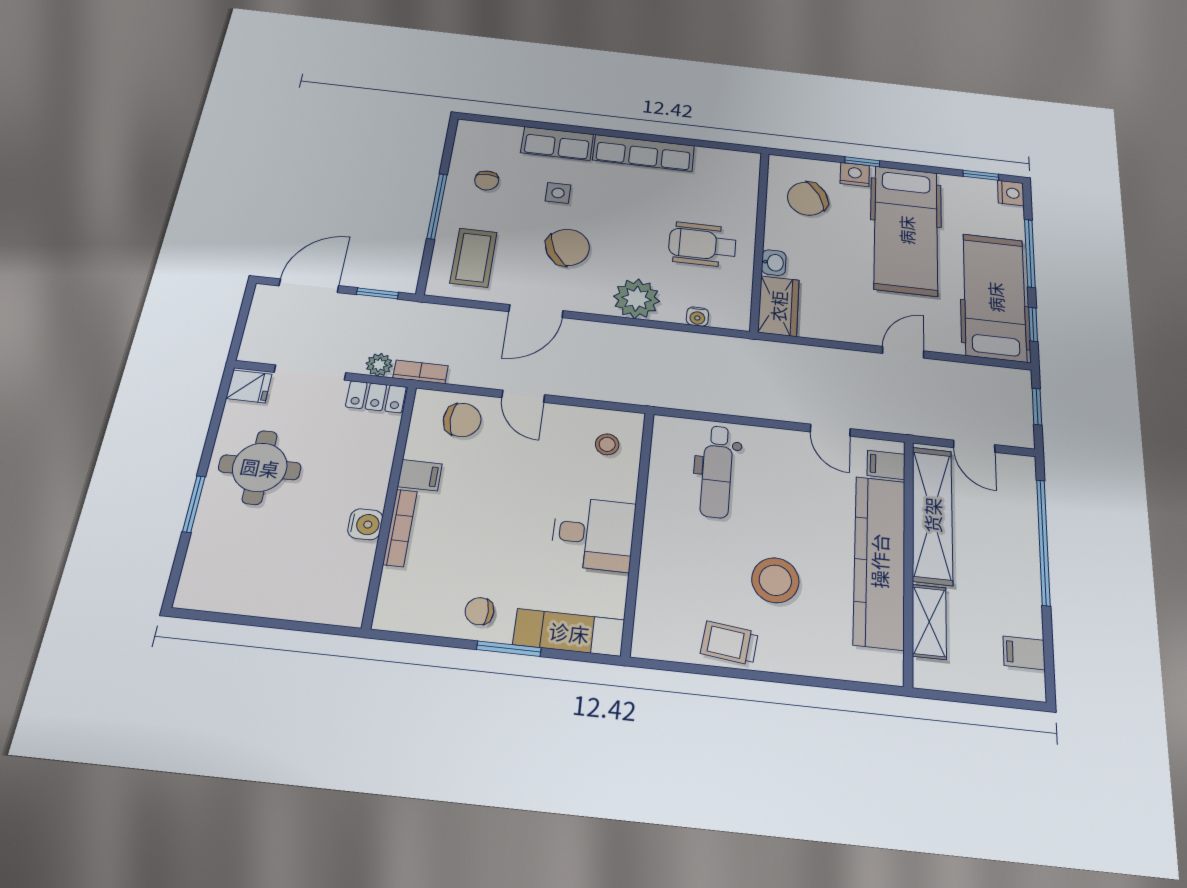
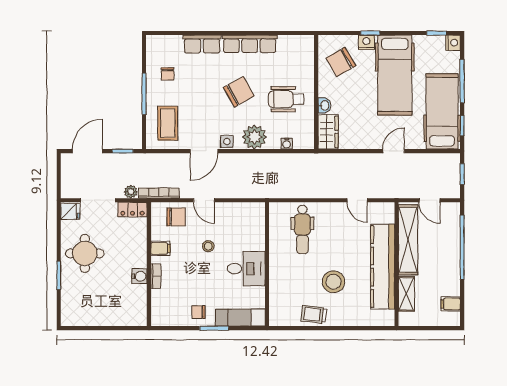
side table: (558, 193) -> (227, 141), moved
chair: (568, 247) -> (239, 92), moved
bookcase: (420, 372) -> (159, 193), width x1.56
stool: (607, 444) -> (208, 246), moved
filing cabinet: (886, 465) -> (385, 216), removed
bookcase: (400, 528) -> (156, 276), width x0.64

